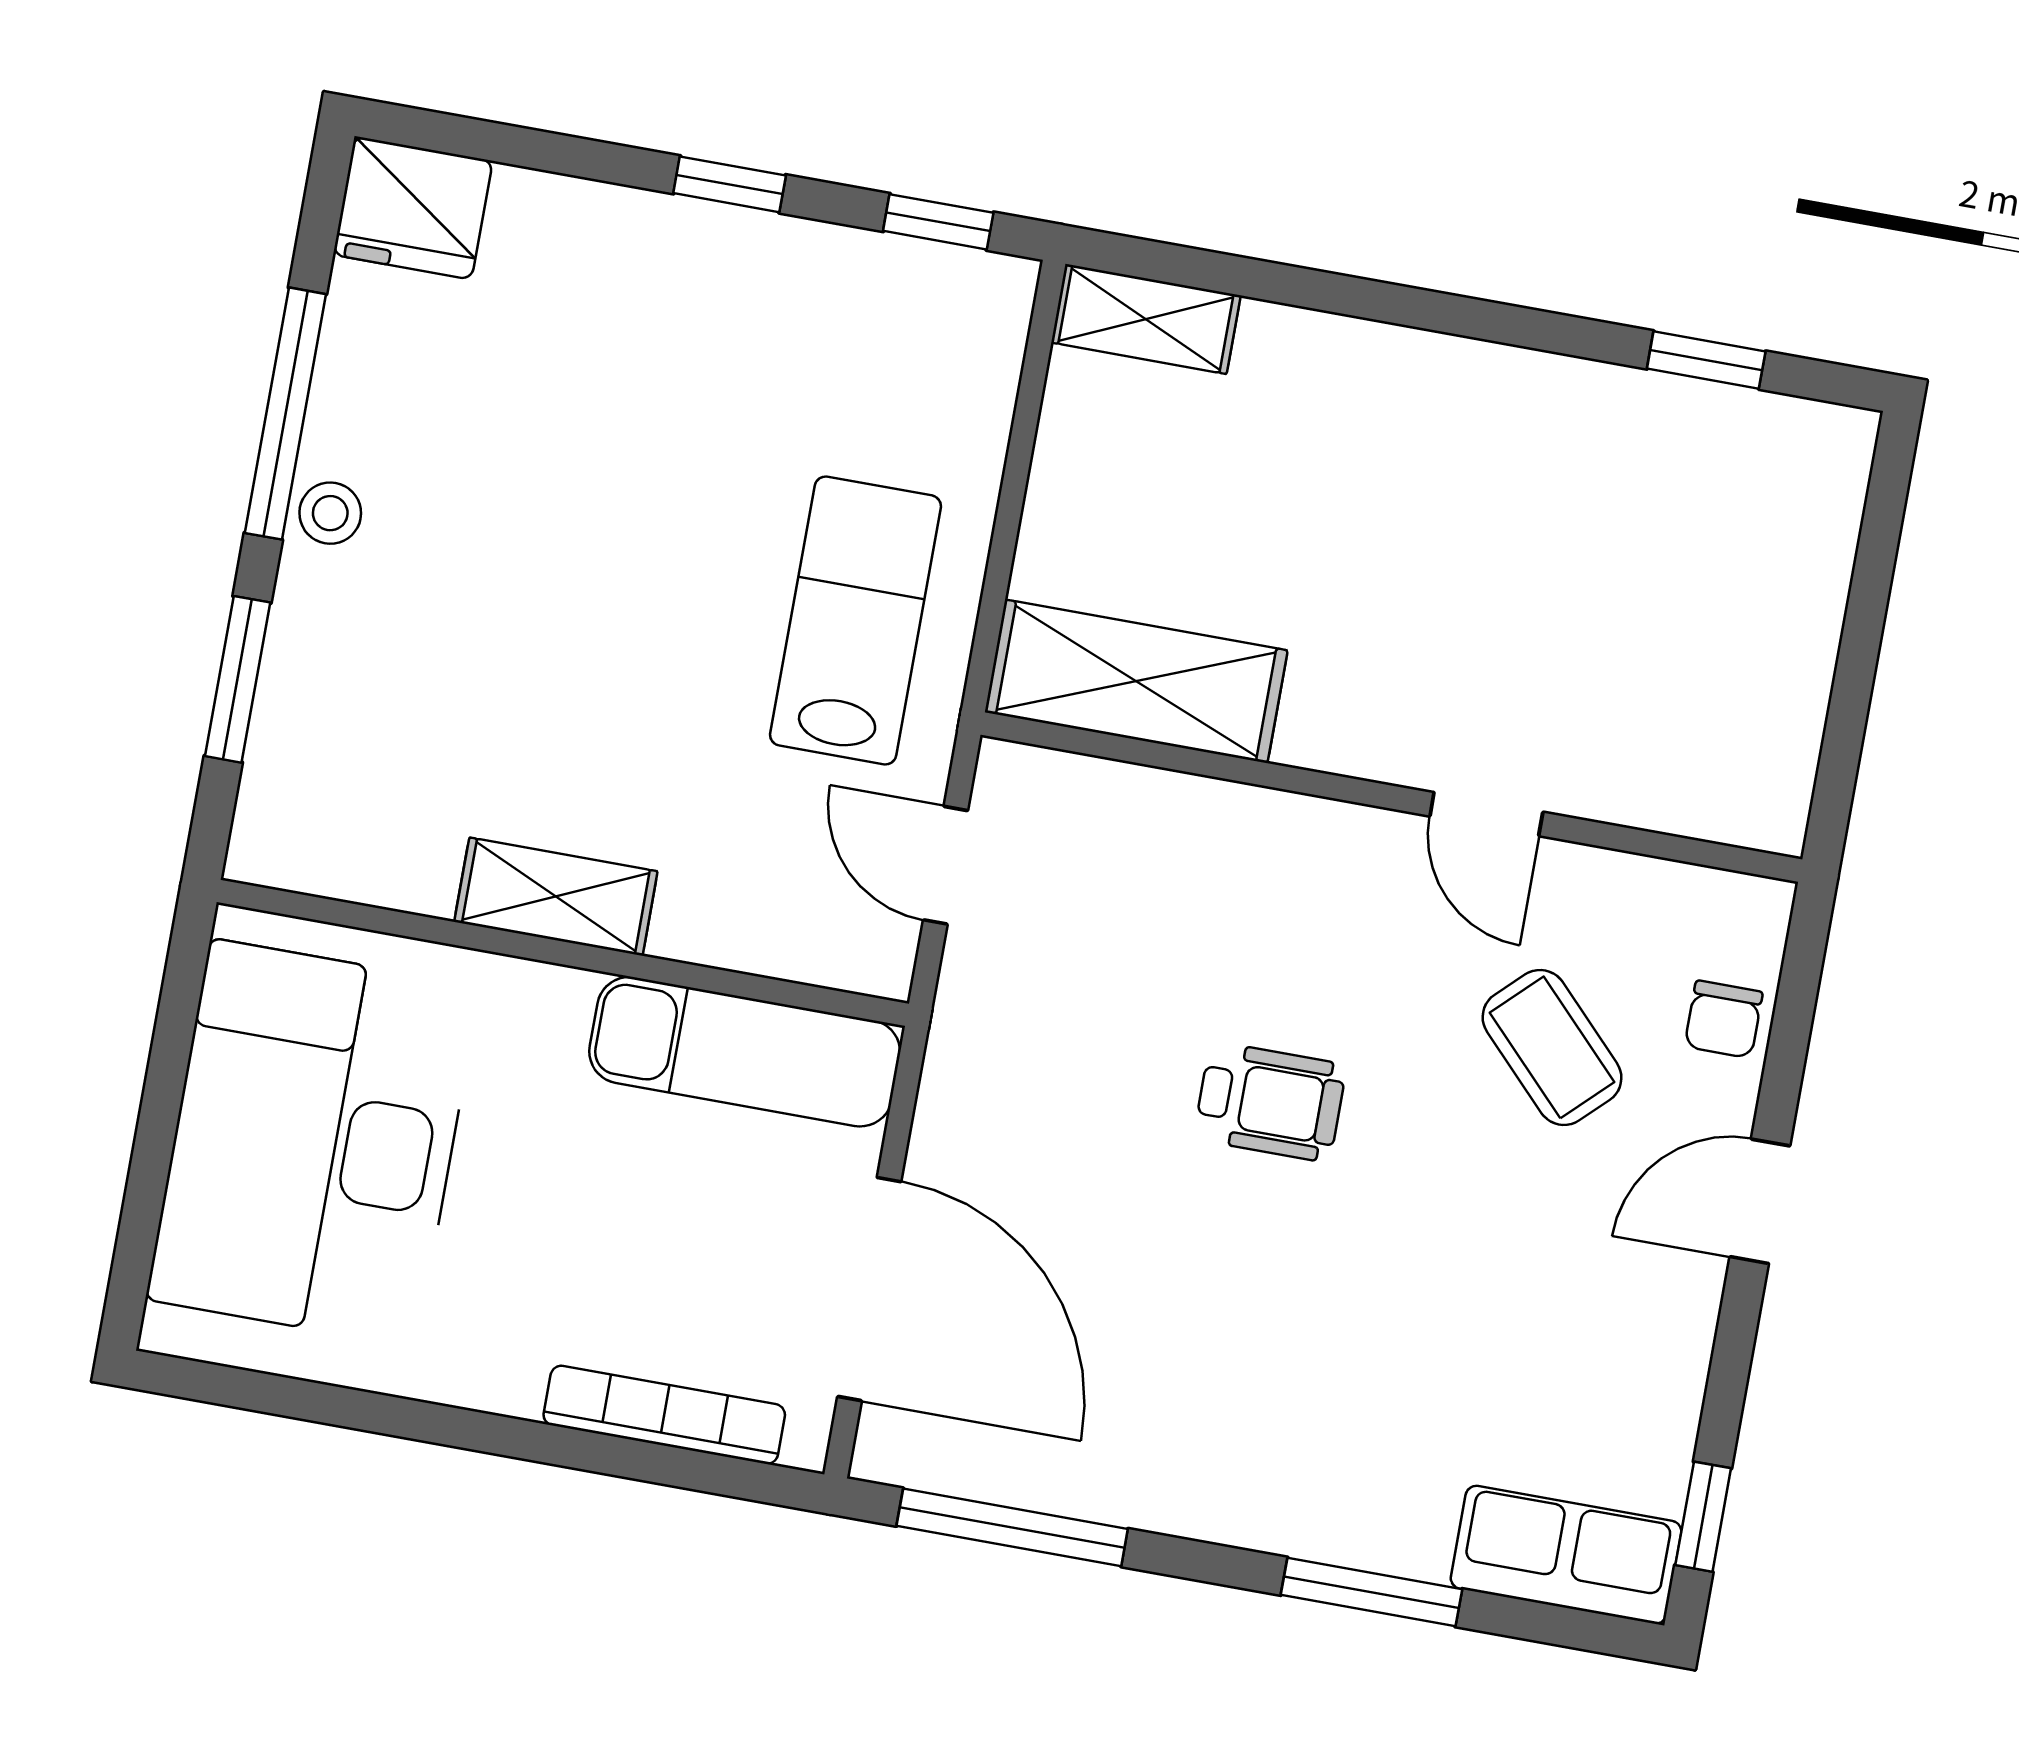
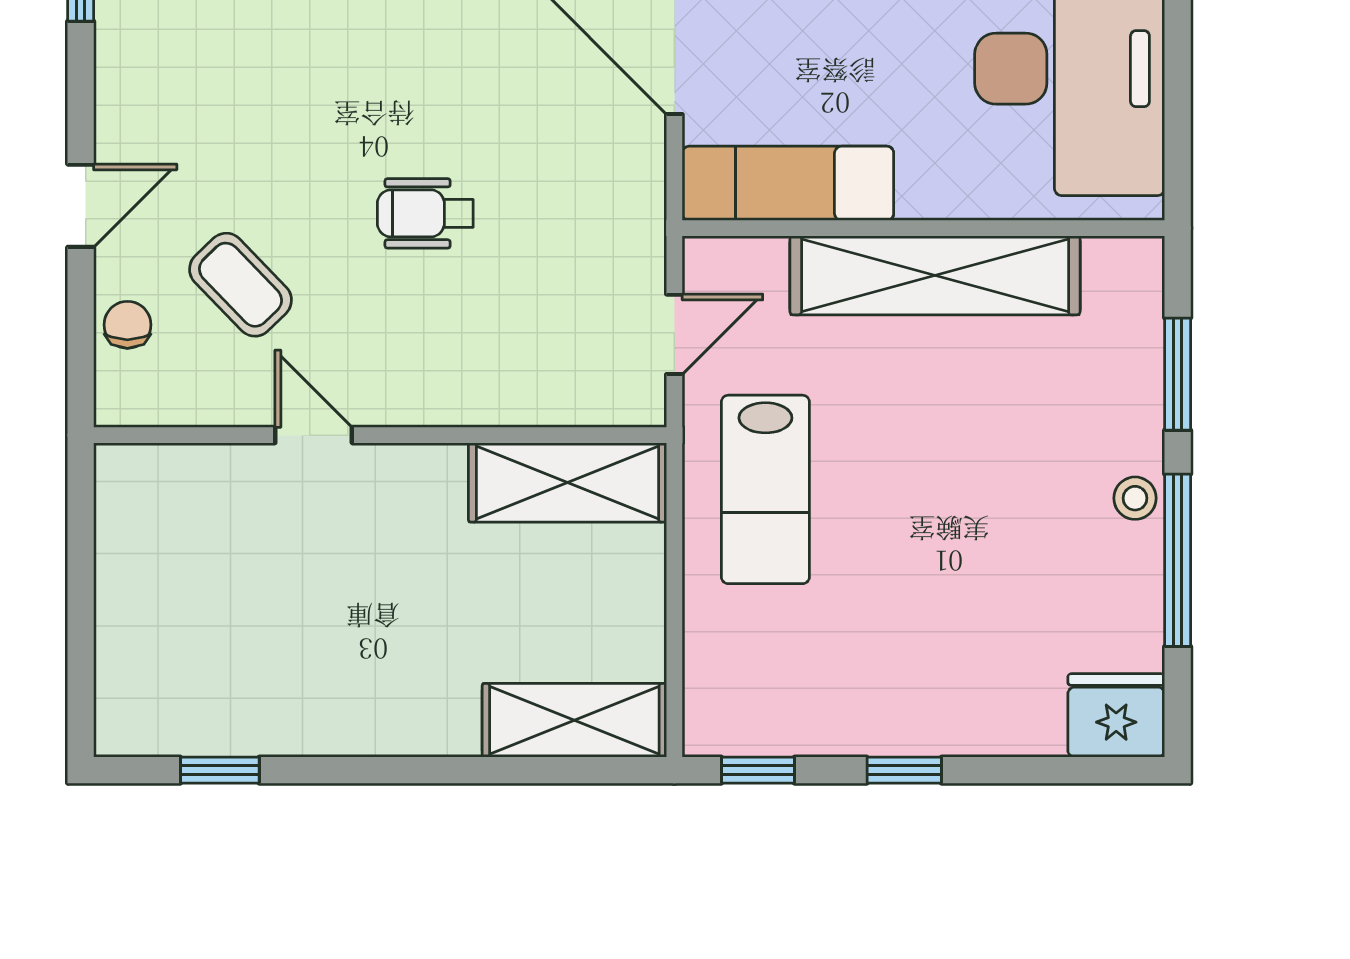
shelving: (1146, 319) -> (574, 720), width x1.50, depth x1.33
door: (946, 865) -> (674, 334), hinge flipped
shelving: (556, 896) -> (935, 275), width x2.20, depth x1.33

